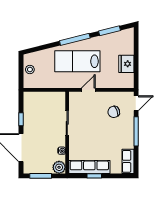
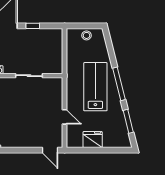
door: (88, 90) -> (65, 117), moved
chair: (114, 112) -> (41, 126), removed
window: (136, 131) -> (20, 150), removed

